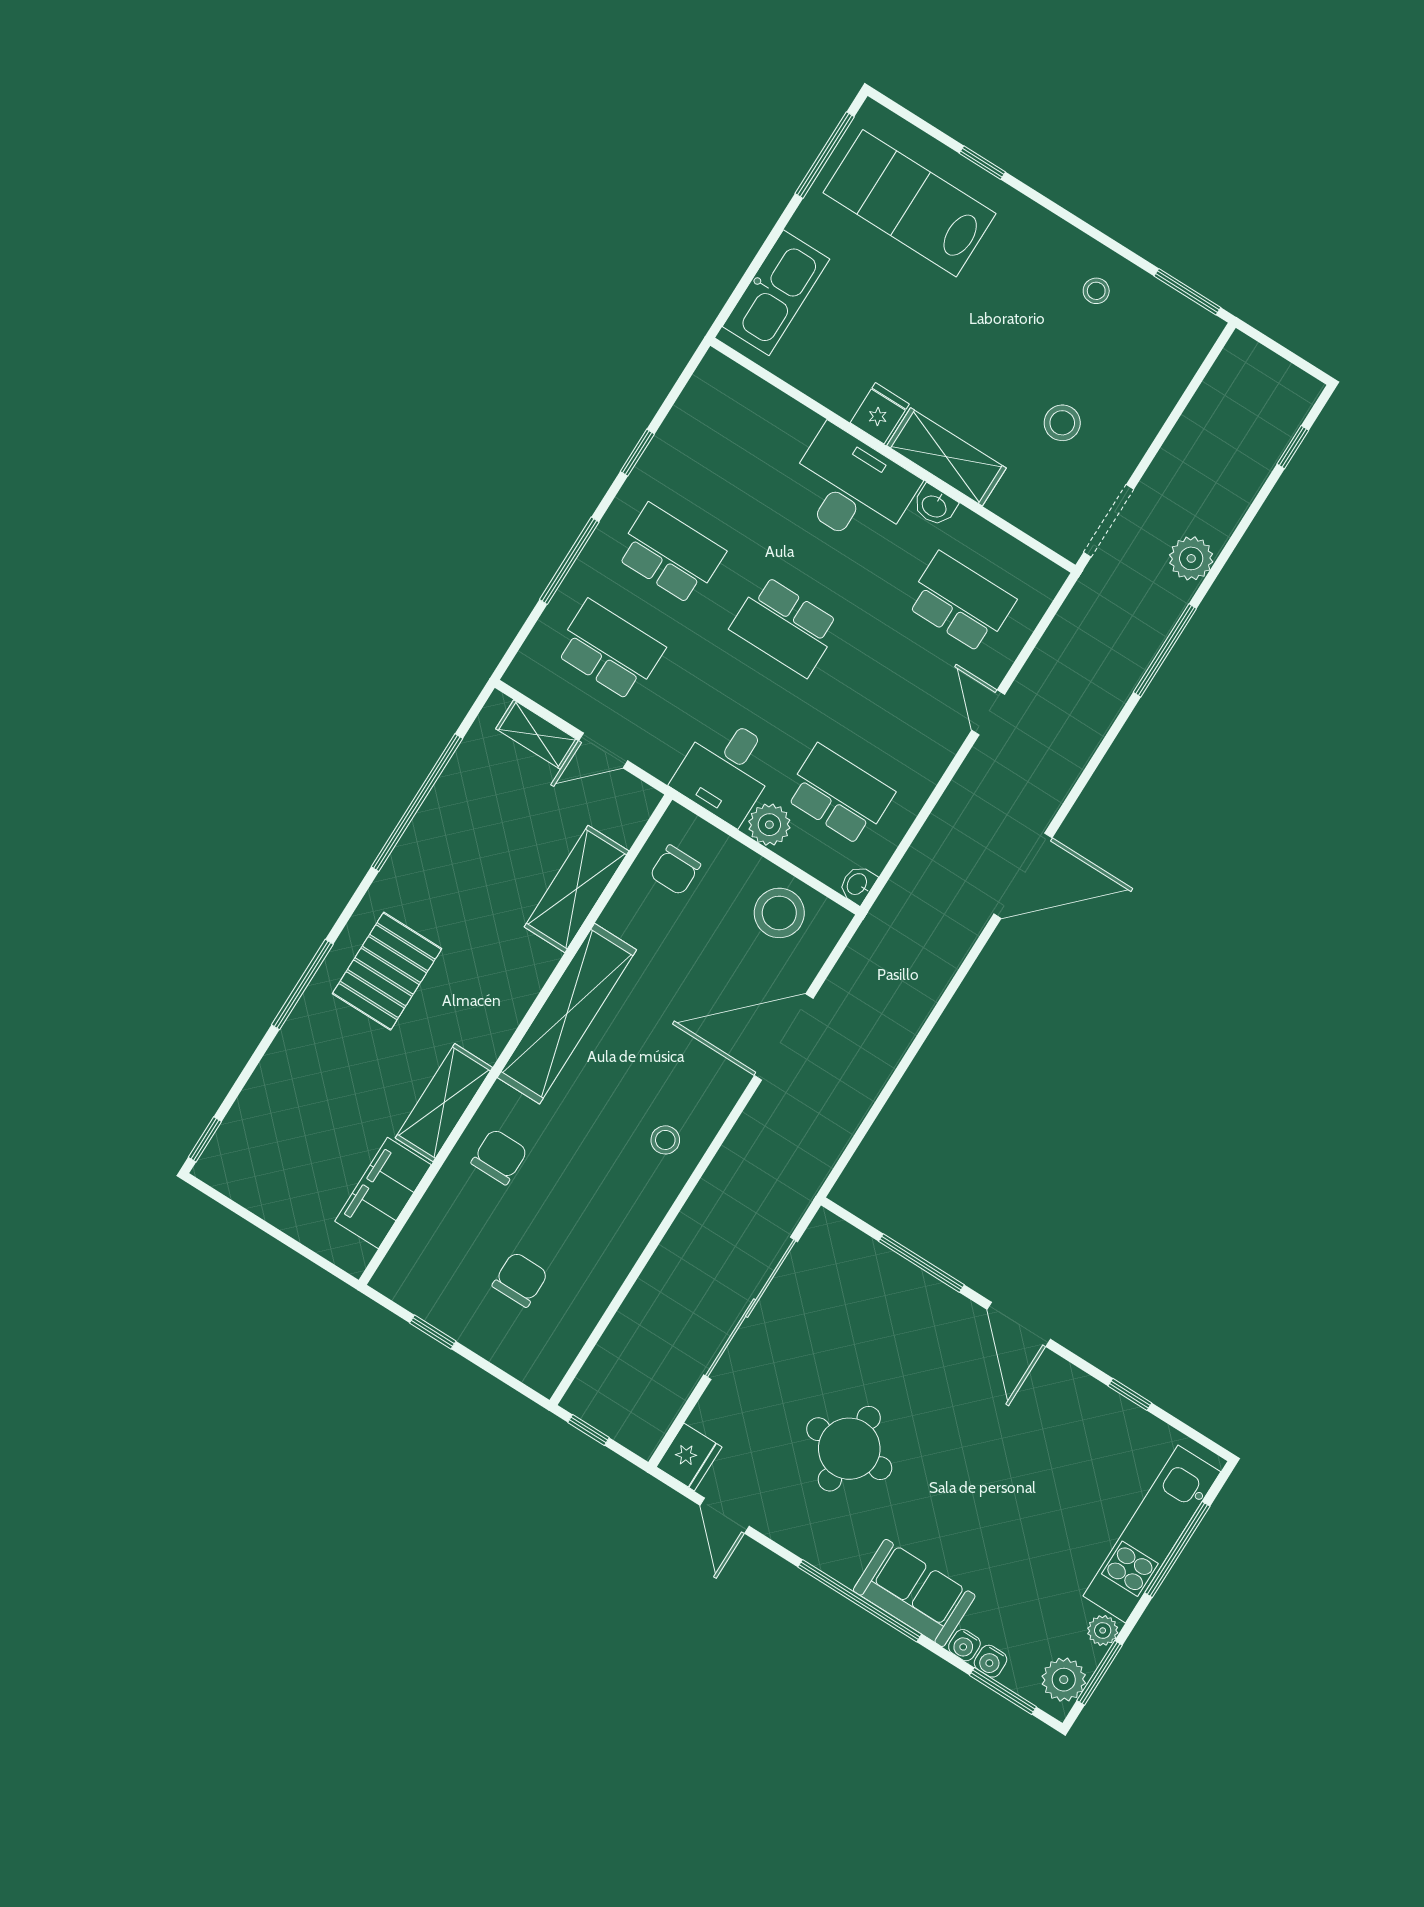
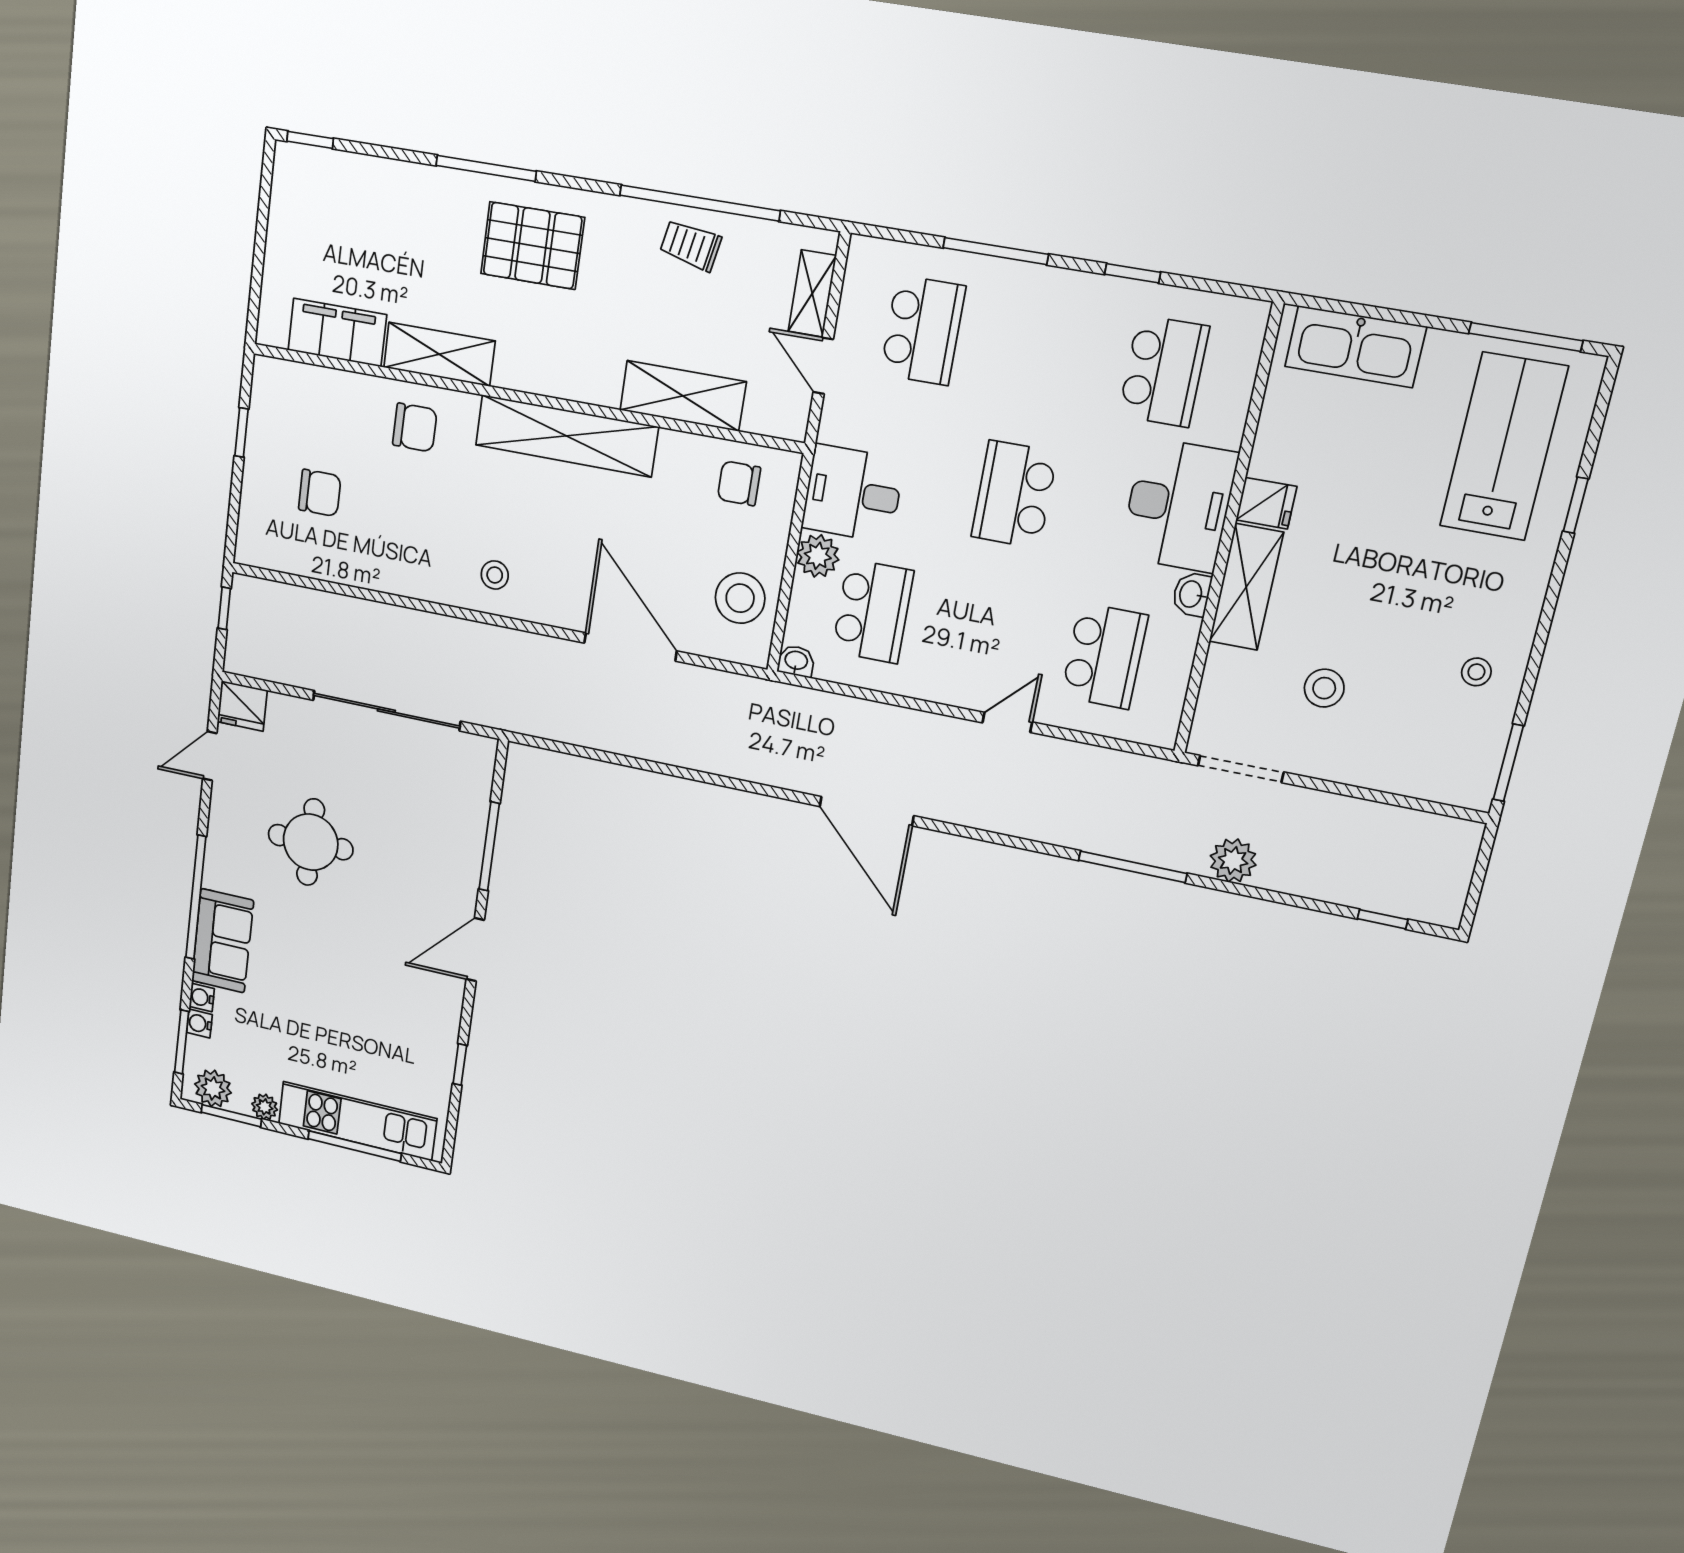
school desk: (670, 554) -> (1164, 371), moved
trolley: (449, 826) -> (691, 245), added

